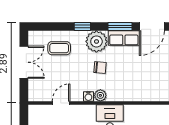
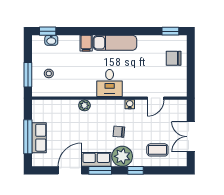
plant: (100, 95) -> (84, 105), moved

